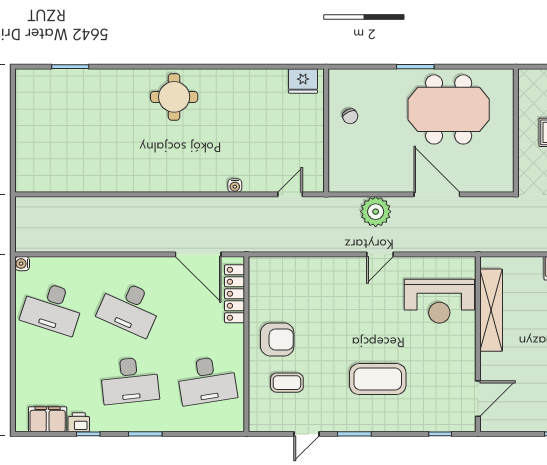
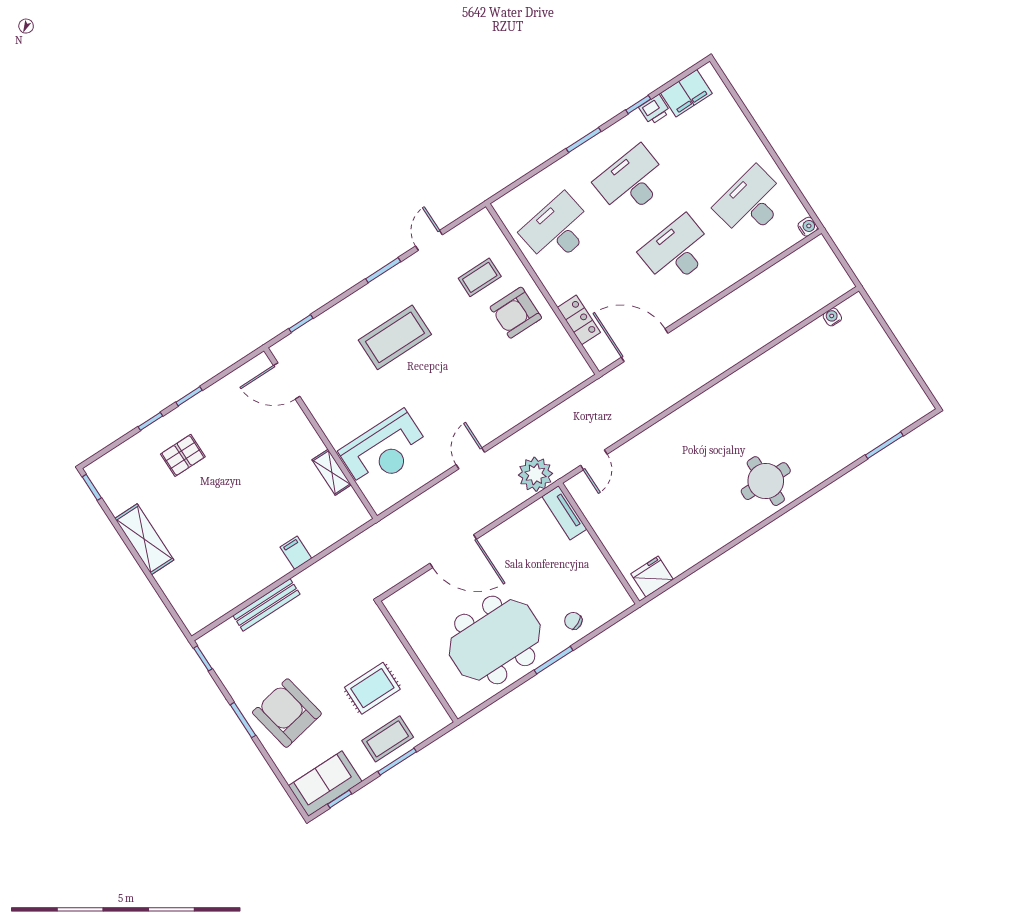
chair: (350, 116) -> (573, 621), moved
tv unit: (337, 170) -> (564, 513), added
water cooler: (235, 186) -> (832, 317), moved
plant: (376, 212) -> (535, 474), moved
locker: (234, 294) -> (579, 320), width x0.66
reception desk: (439, 301) -> (384, 450), turned 180
desk: (52, 308) -> (751, 203), turned -30
desk: (130, 308) -> (677, 251), turned -30
shelving: (491, 310) -> (332, 472), width x0.45, depth x0.75
door: (478, 399) -> (287, 381), hinge flipped

